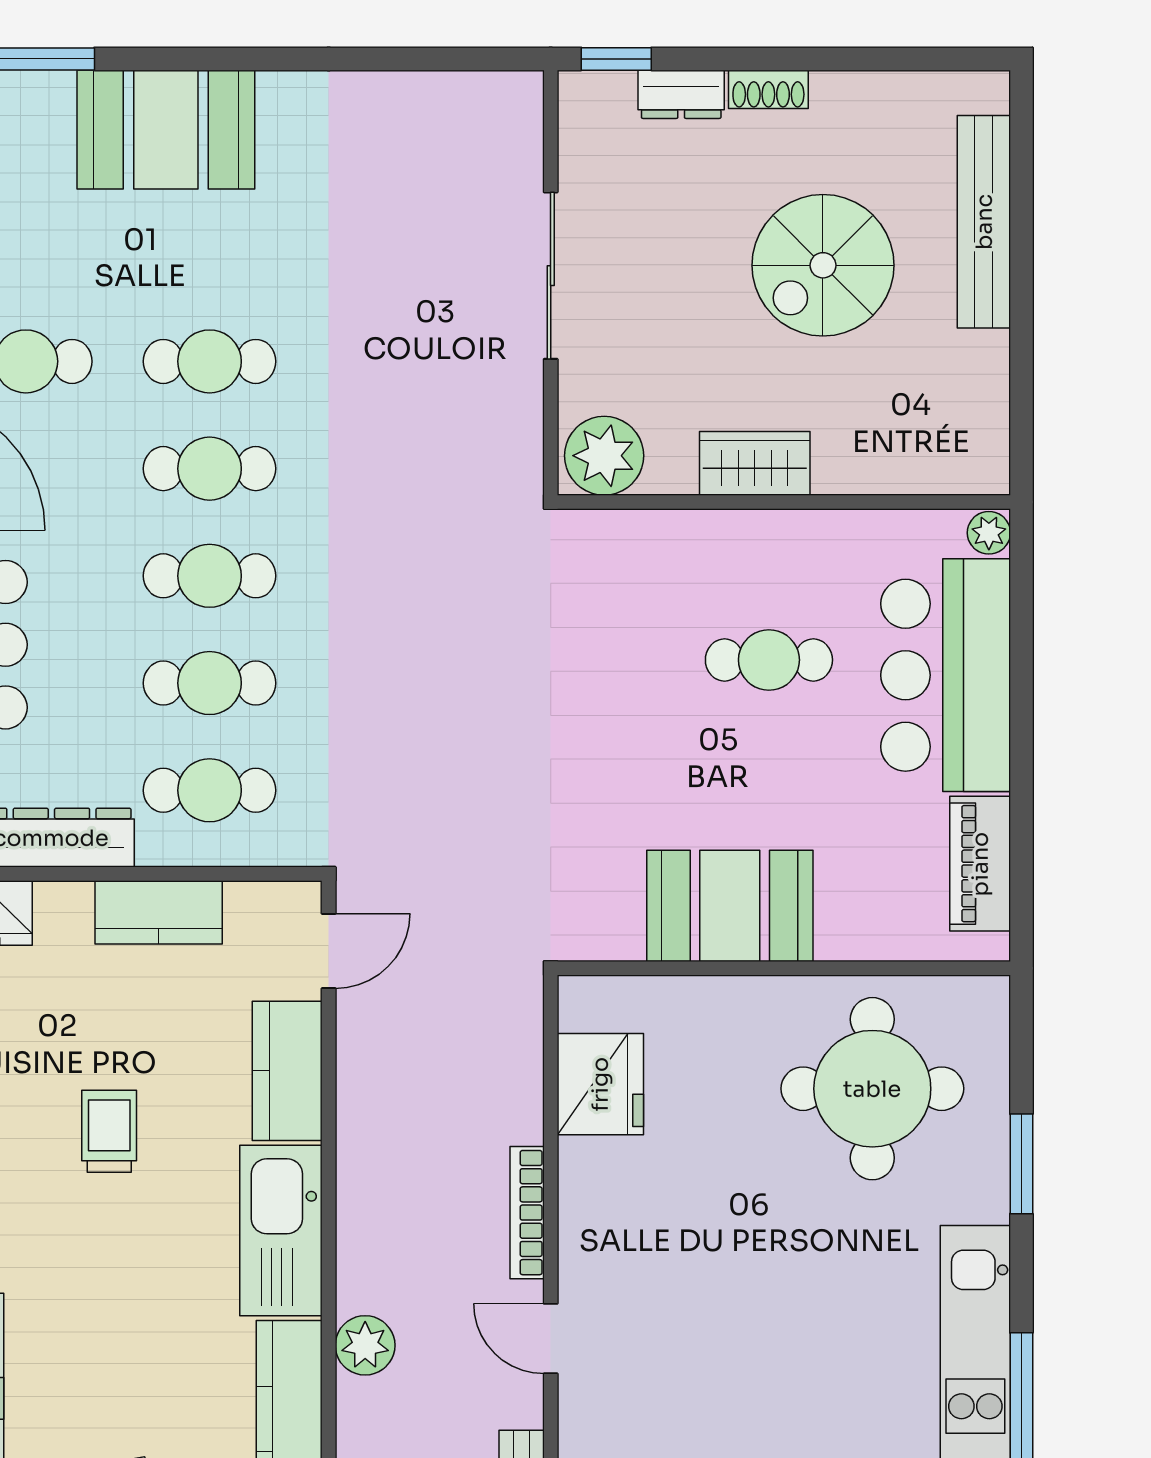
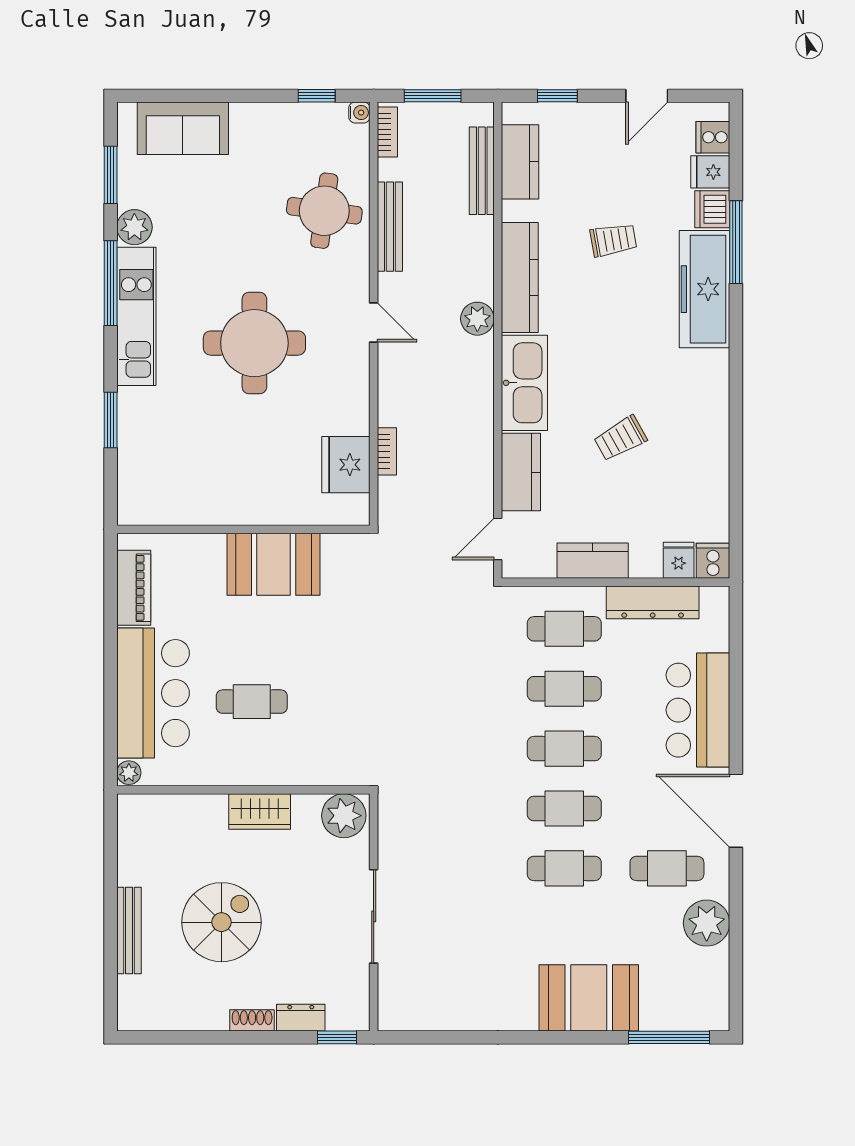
bench: (984, 222) -> (129, 931), width x0.73, depth x0.82
round table: (872, 1089) -> (254, 343), moved
trolley: (109, 1131) -> (620, 438), turned 61
bookcase: (527, 1213) -> (387, 451), moved, width x0.64

